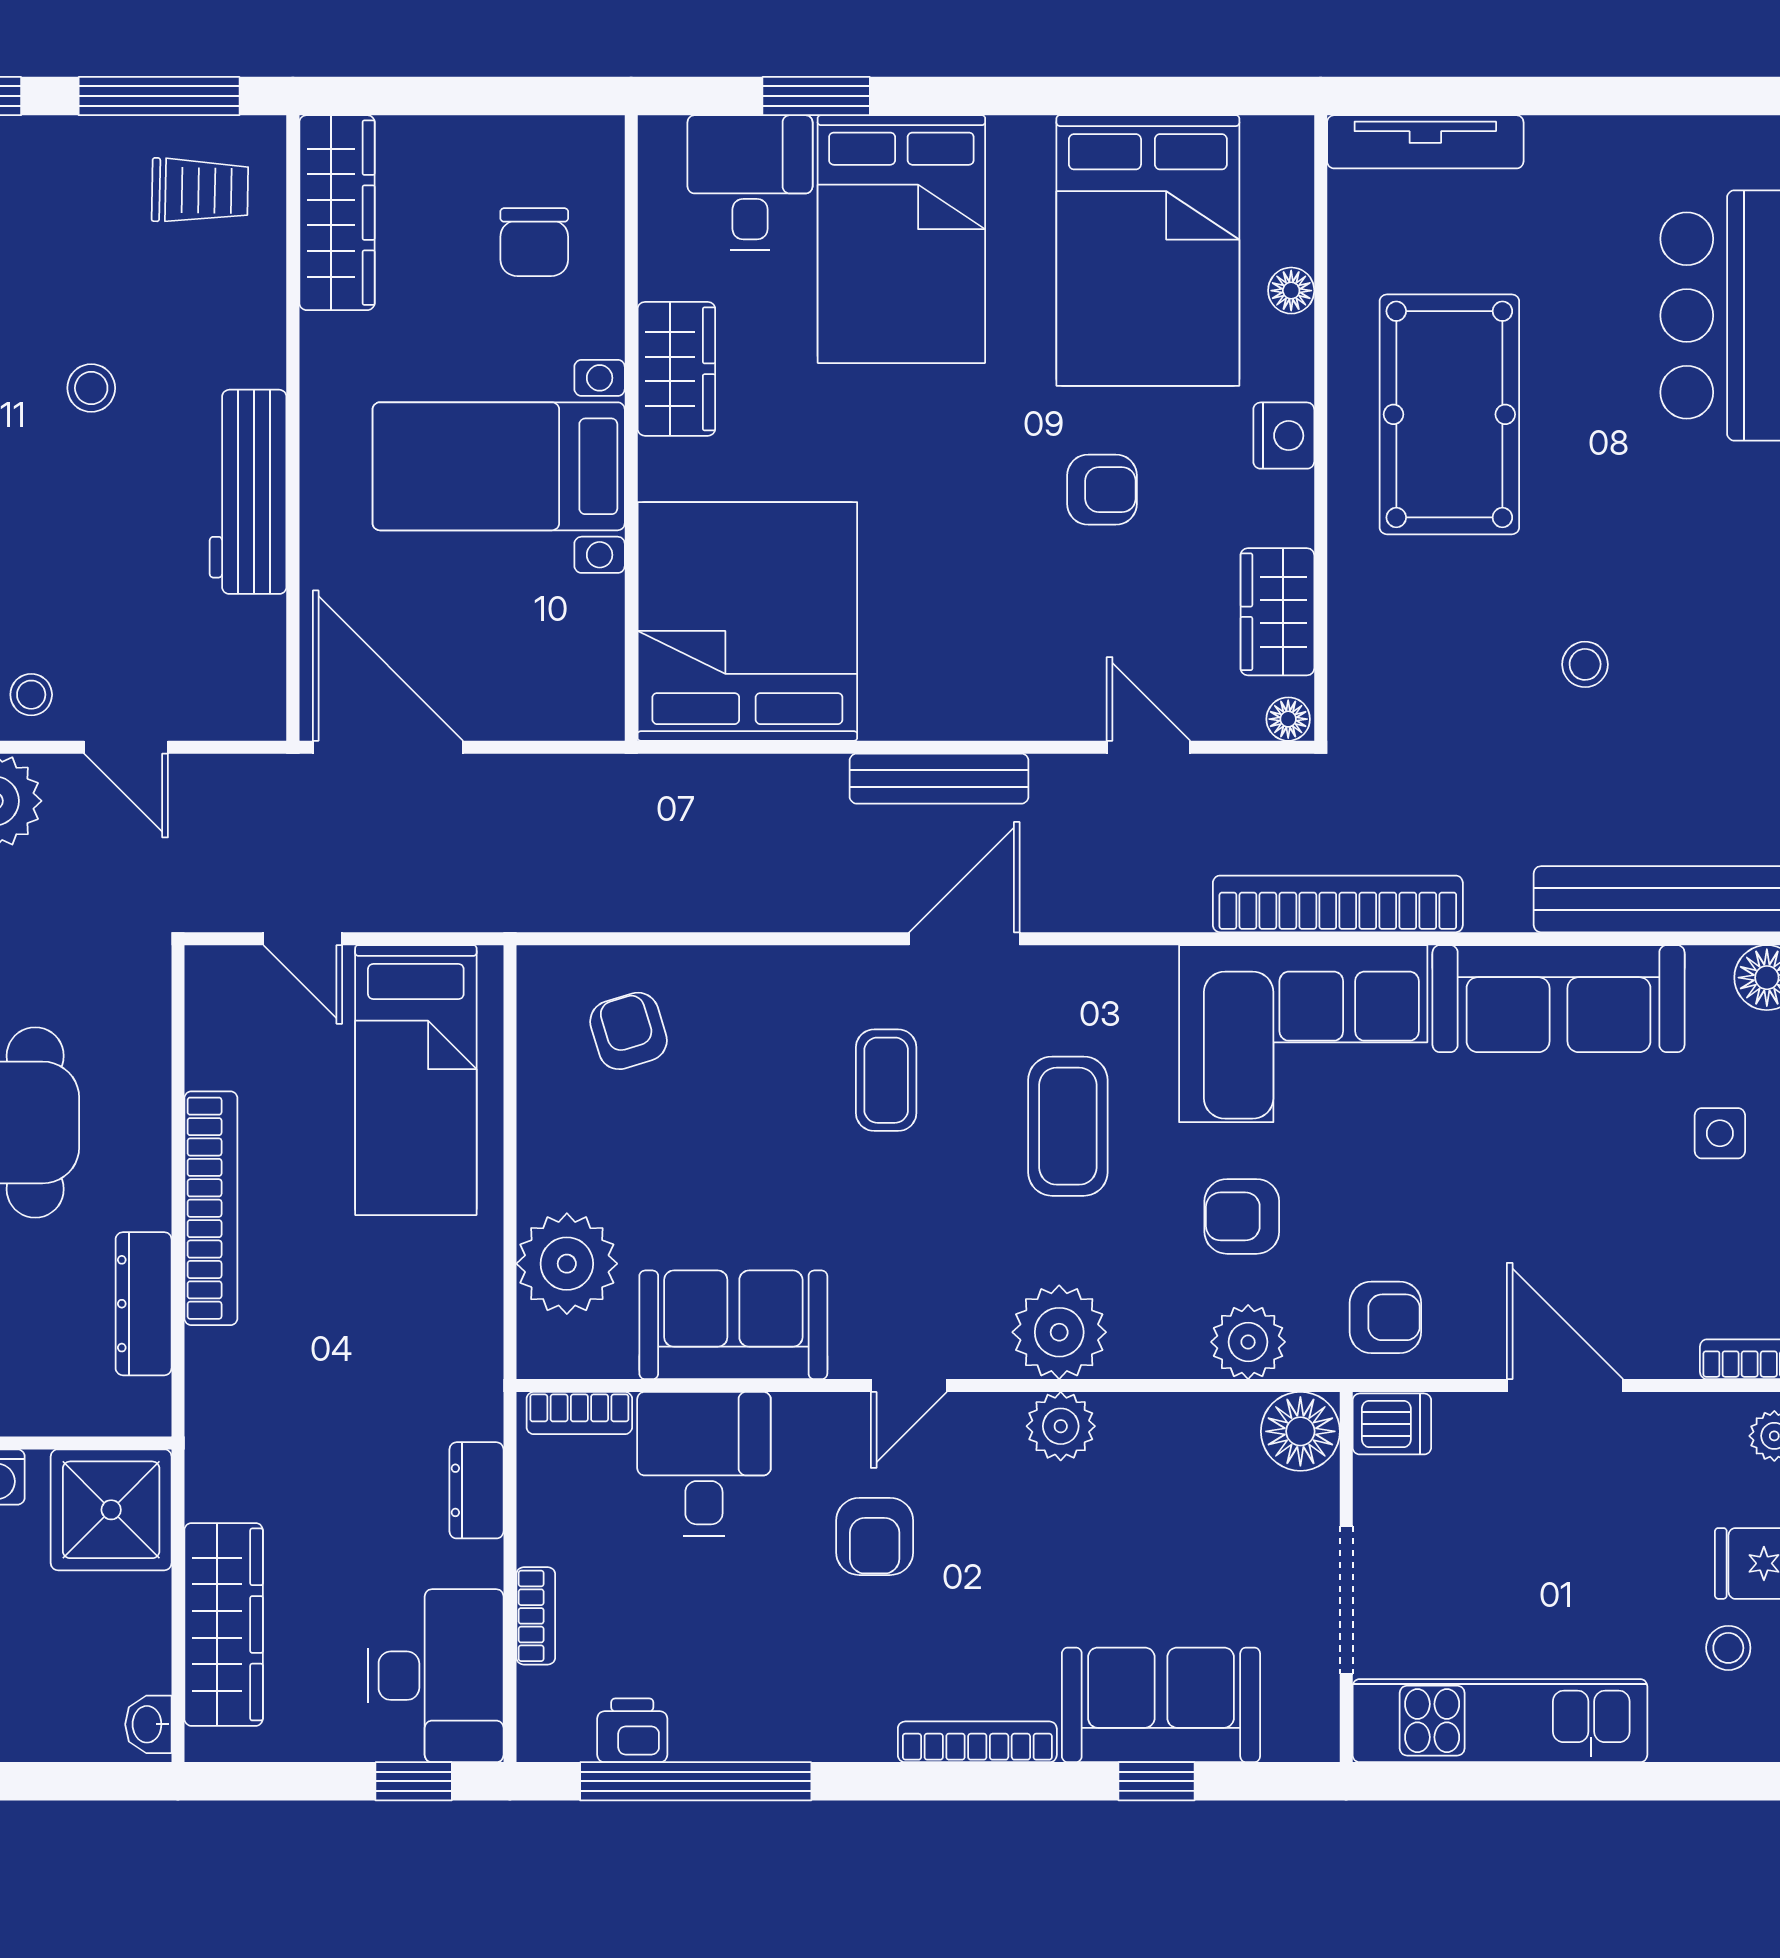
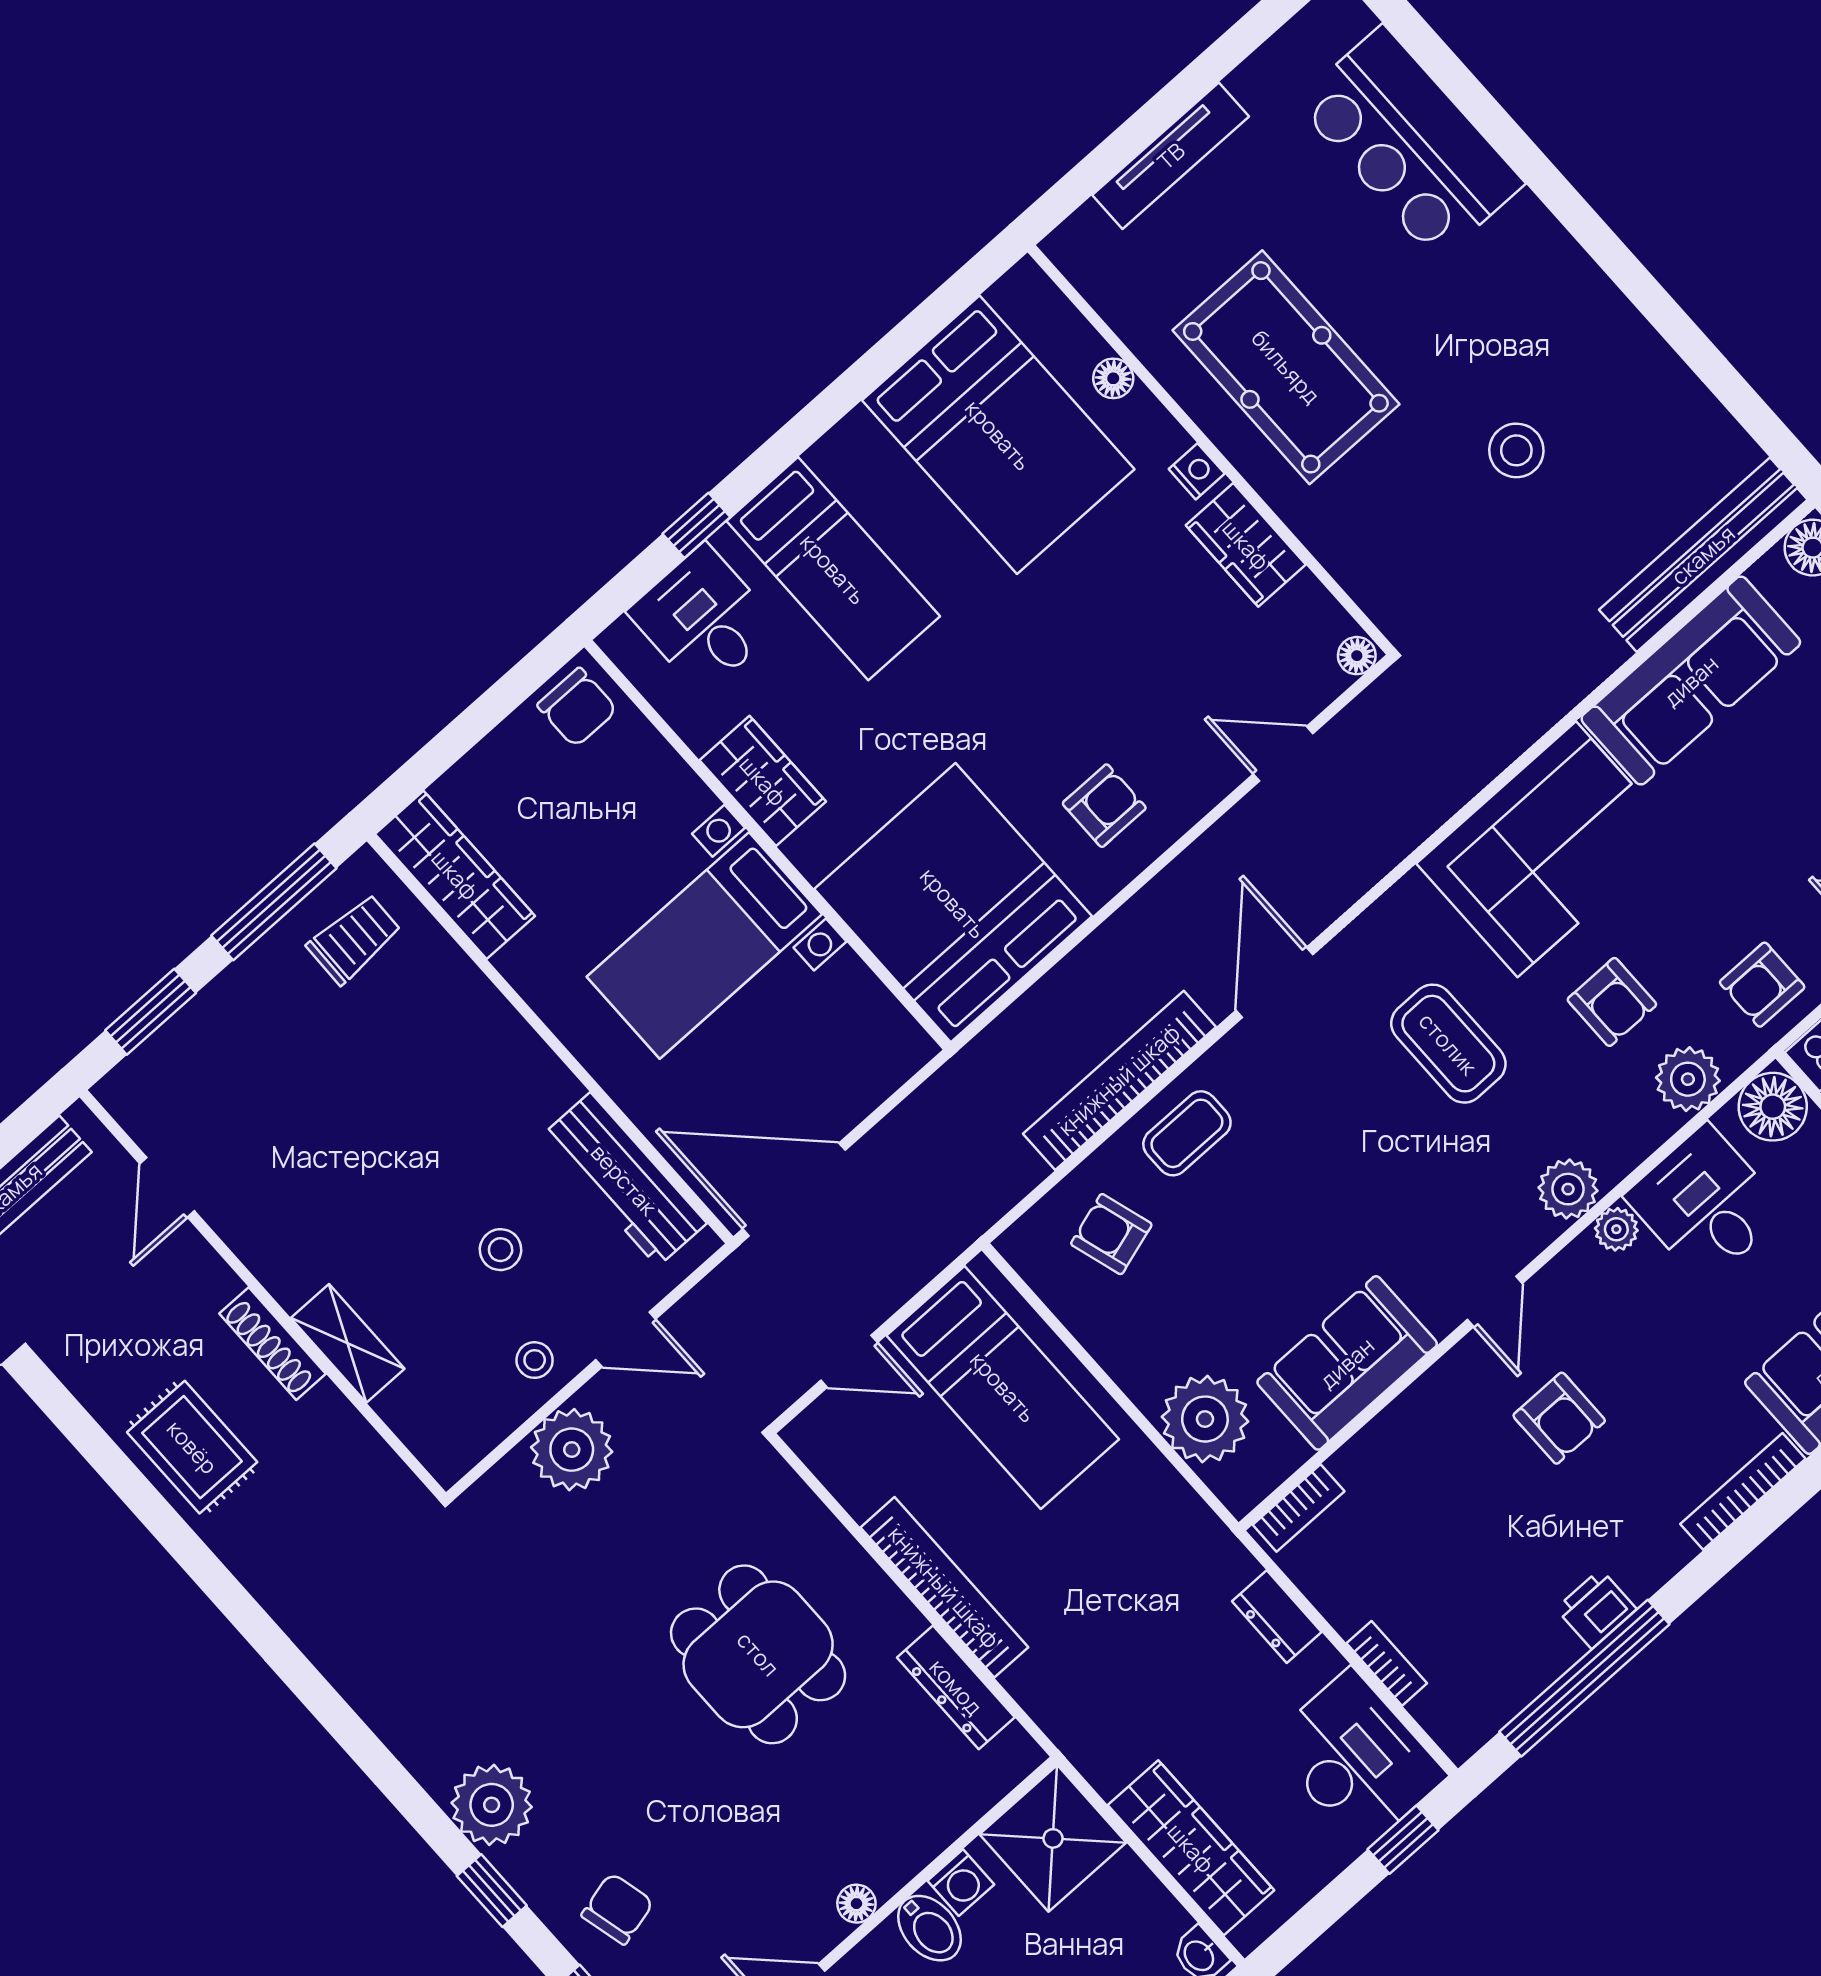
window: (816, 96) -> (696, 525), width x0.67
tv unit: (1425, 142) -> (1171, 156), moved
bed: (901, 239) -> (833, 569), width x0.67
chair: (534, 242) -> (577, 707), moved
stool: (91, 388) -> (501, 1250), moved
nightstand: (1284, 436) -> (1197, 471), width x0.72, depth x0.74
armchair: (1102, 490) -> (1104, 806), moved
workbench: (248, 492) -> (624, 1180), moved
wardrobe: (1277, 612) -> (1246, 545), moved
stool: (1585, 664) -> (1516, 450), width x1.37, depth x1.37
bench: (939, 779) -> (1166, 894), removed
bookcase: (1338, 904) -> (1119, 1080), moved
coffee table: (886, 1080) -> (1187, 1133), moved, turned 90
armchair: (1242, 1216) -> (1612, 1002), turned -90
armchair: (1385, 1317) -> (1762, 985), turned 180
plant: (1059, 1332) -> (1568, 1189), width x0.73, depth x0.73
plant: (1061, 1426) -> (1616, 1229), width x0.73, depth x0.73
desk: (704, 1464) -> (1705, 1204), moved
printer: (632, 1730) -> (1596, 1609), moved

